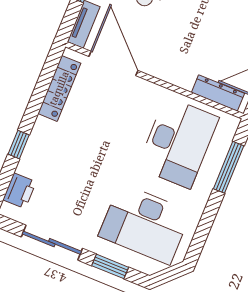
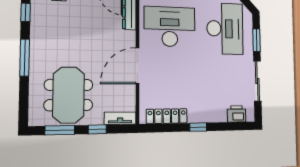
door: (113, 63) -> (137, 66), moved
window: (19, 145) -> (198, 127), moved

